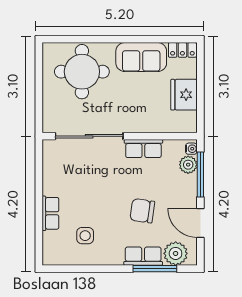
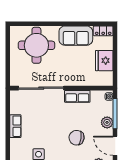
plant: (188, 165) -> (107, 122), moved
row of seats: (50, 213) -> (15, 126), moved

